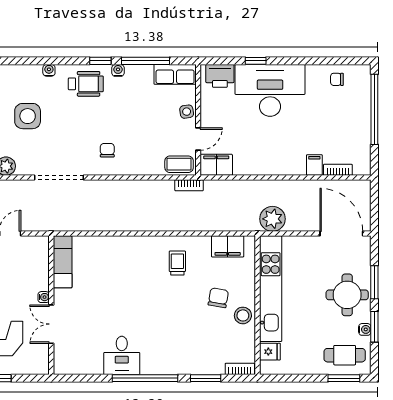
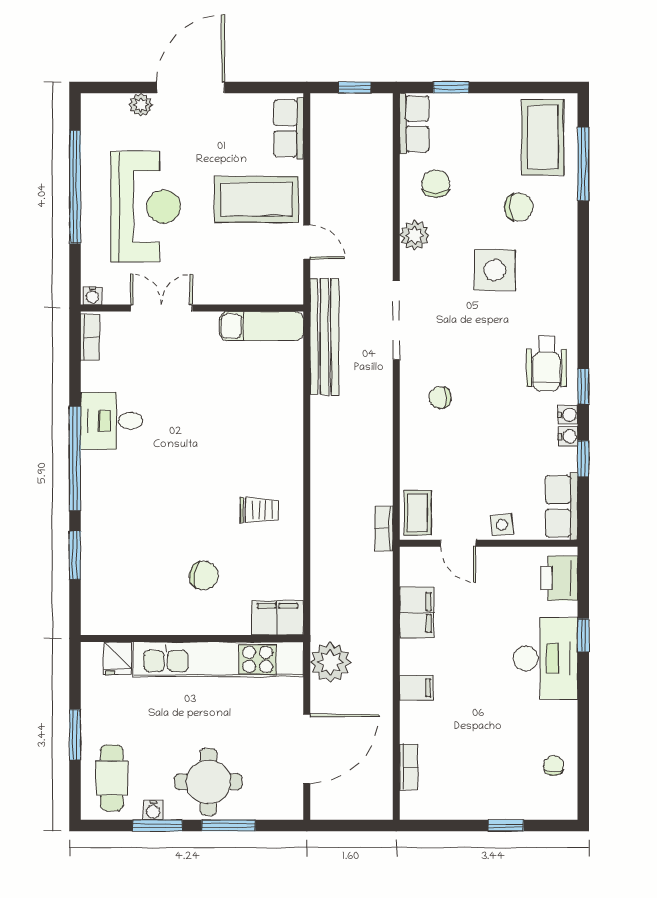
window: (145, 61) -> (583, 459), width x0.46
water cooler: (49, 70) -> (568, 436), moved
desk: (270, 90) -> (546, 658), width x0.73, depth x0.77
window: (374, 109) -> (506, 825), width x0.32
chair: (107, 150) -> (440, 398), turned 180
filing cabinet: (216, 165) -> (417, 612), moved
filing cabinet: (314, 165) -> (416, 688), moved
bench: (69, 222) -> (324, 337), added
door: (341, 234) -> (307, 749), moved
filing cabinet: (228, 246) -> (277, 618), moved, turned 90
water cooler: (44, 297) -> (92, 296), moved
stool: (243, 315) -> (175, 615), removed
bookcase: (240, 369) -> (90, 337), moved
window: (344, 378) -> (75, 735), moved

